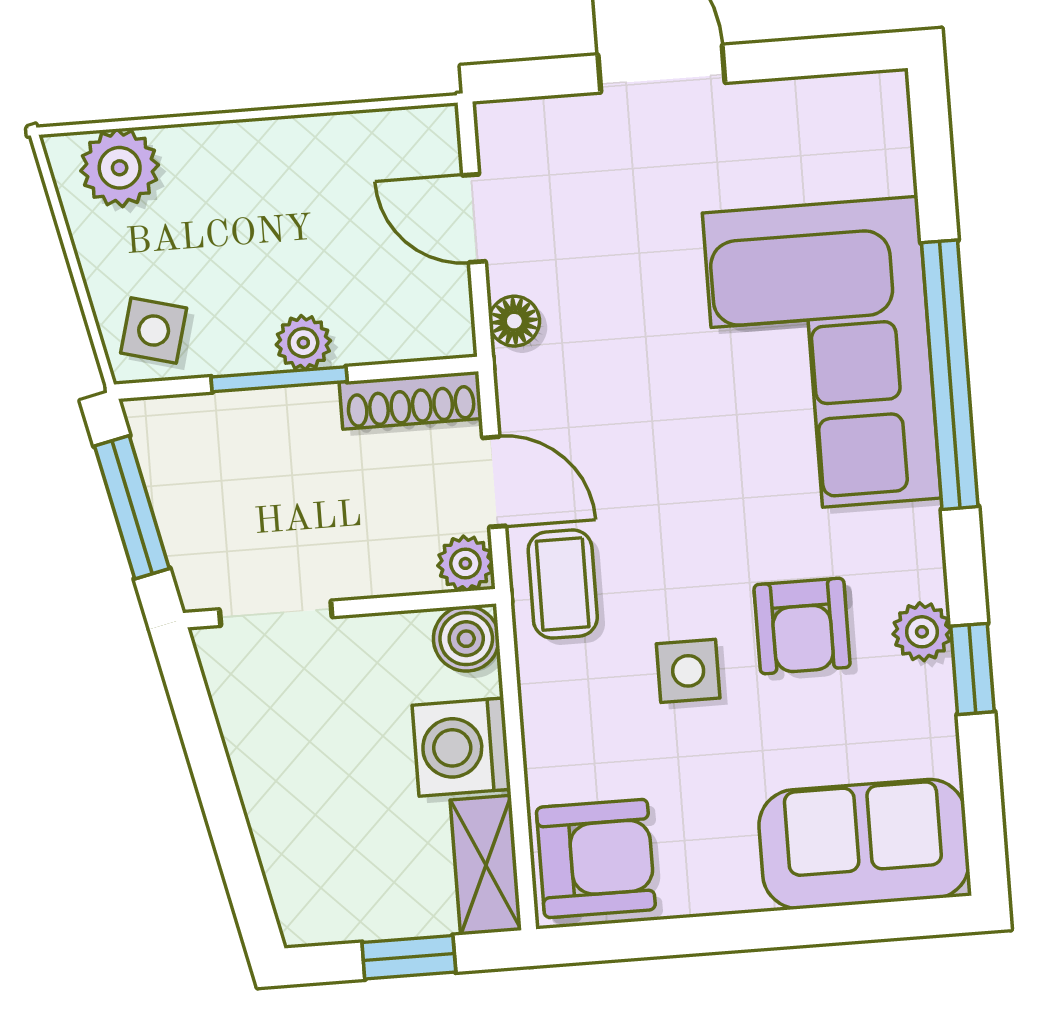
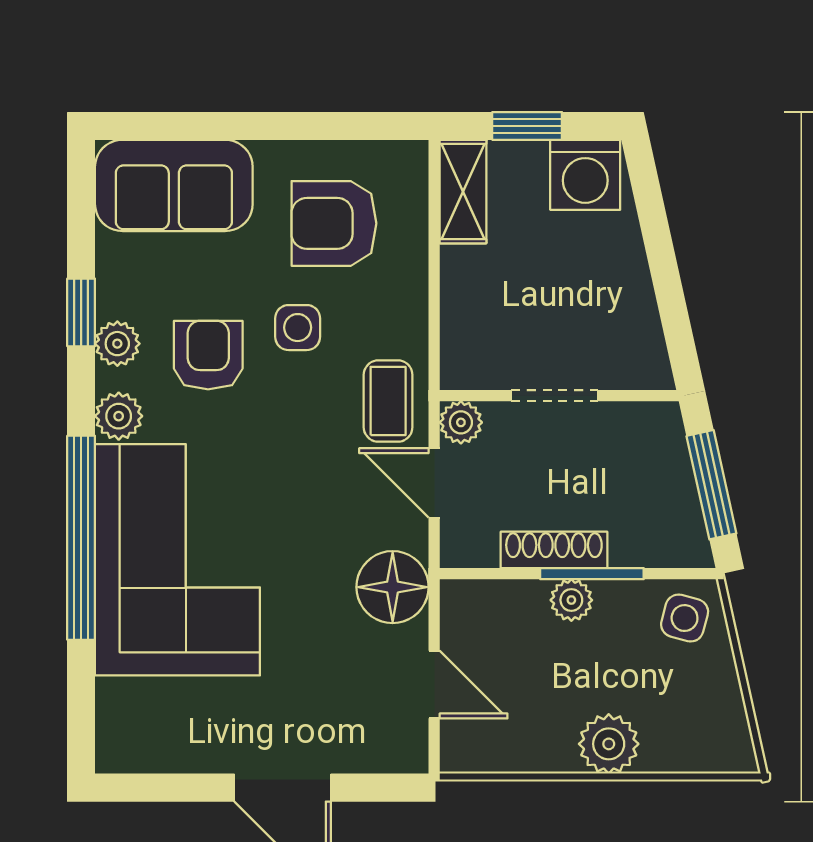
plant: (120, 168) -> (609, 744), moved
floor lamp: (514, 321) -> (393, 587), width x1.89, depth x1.89
shoe rack: (411, 400) -> (554, 550), moved
plant: (913, 537) -> (119, 416), added
doorway: (276, 613) -> (554, 396), moved
boiler: (466, 639) -> (465, 365), removed
washing machine: (461, 747) -> (585, 175), moved, turned 90
armchair: (596, 858) -> (334, 223), moved

